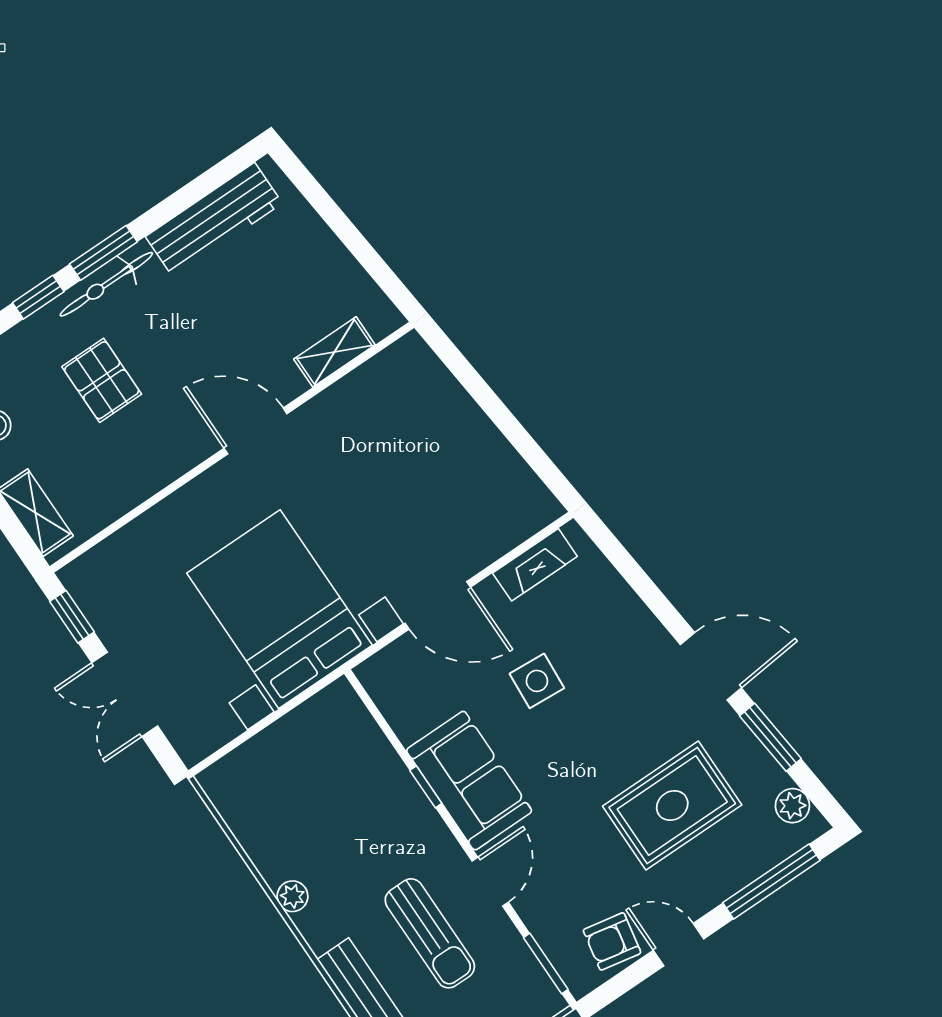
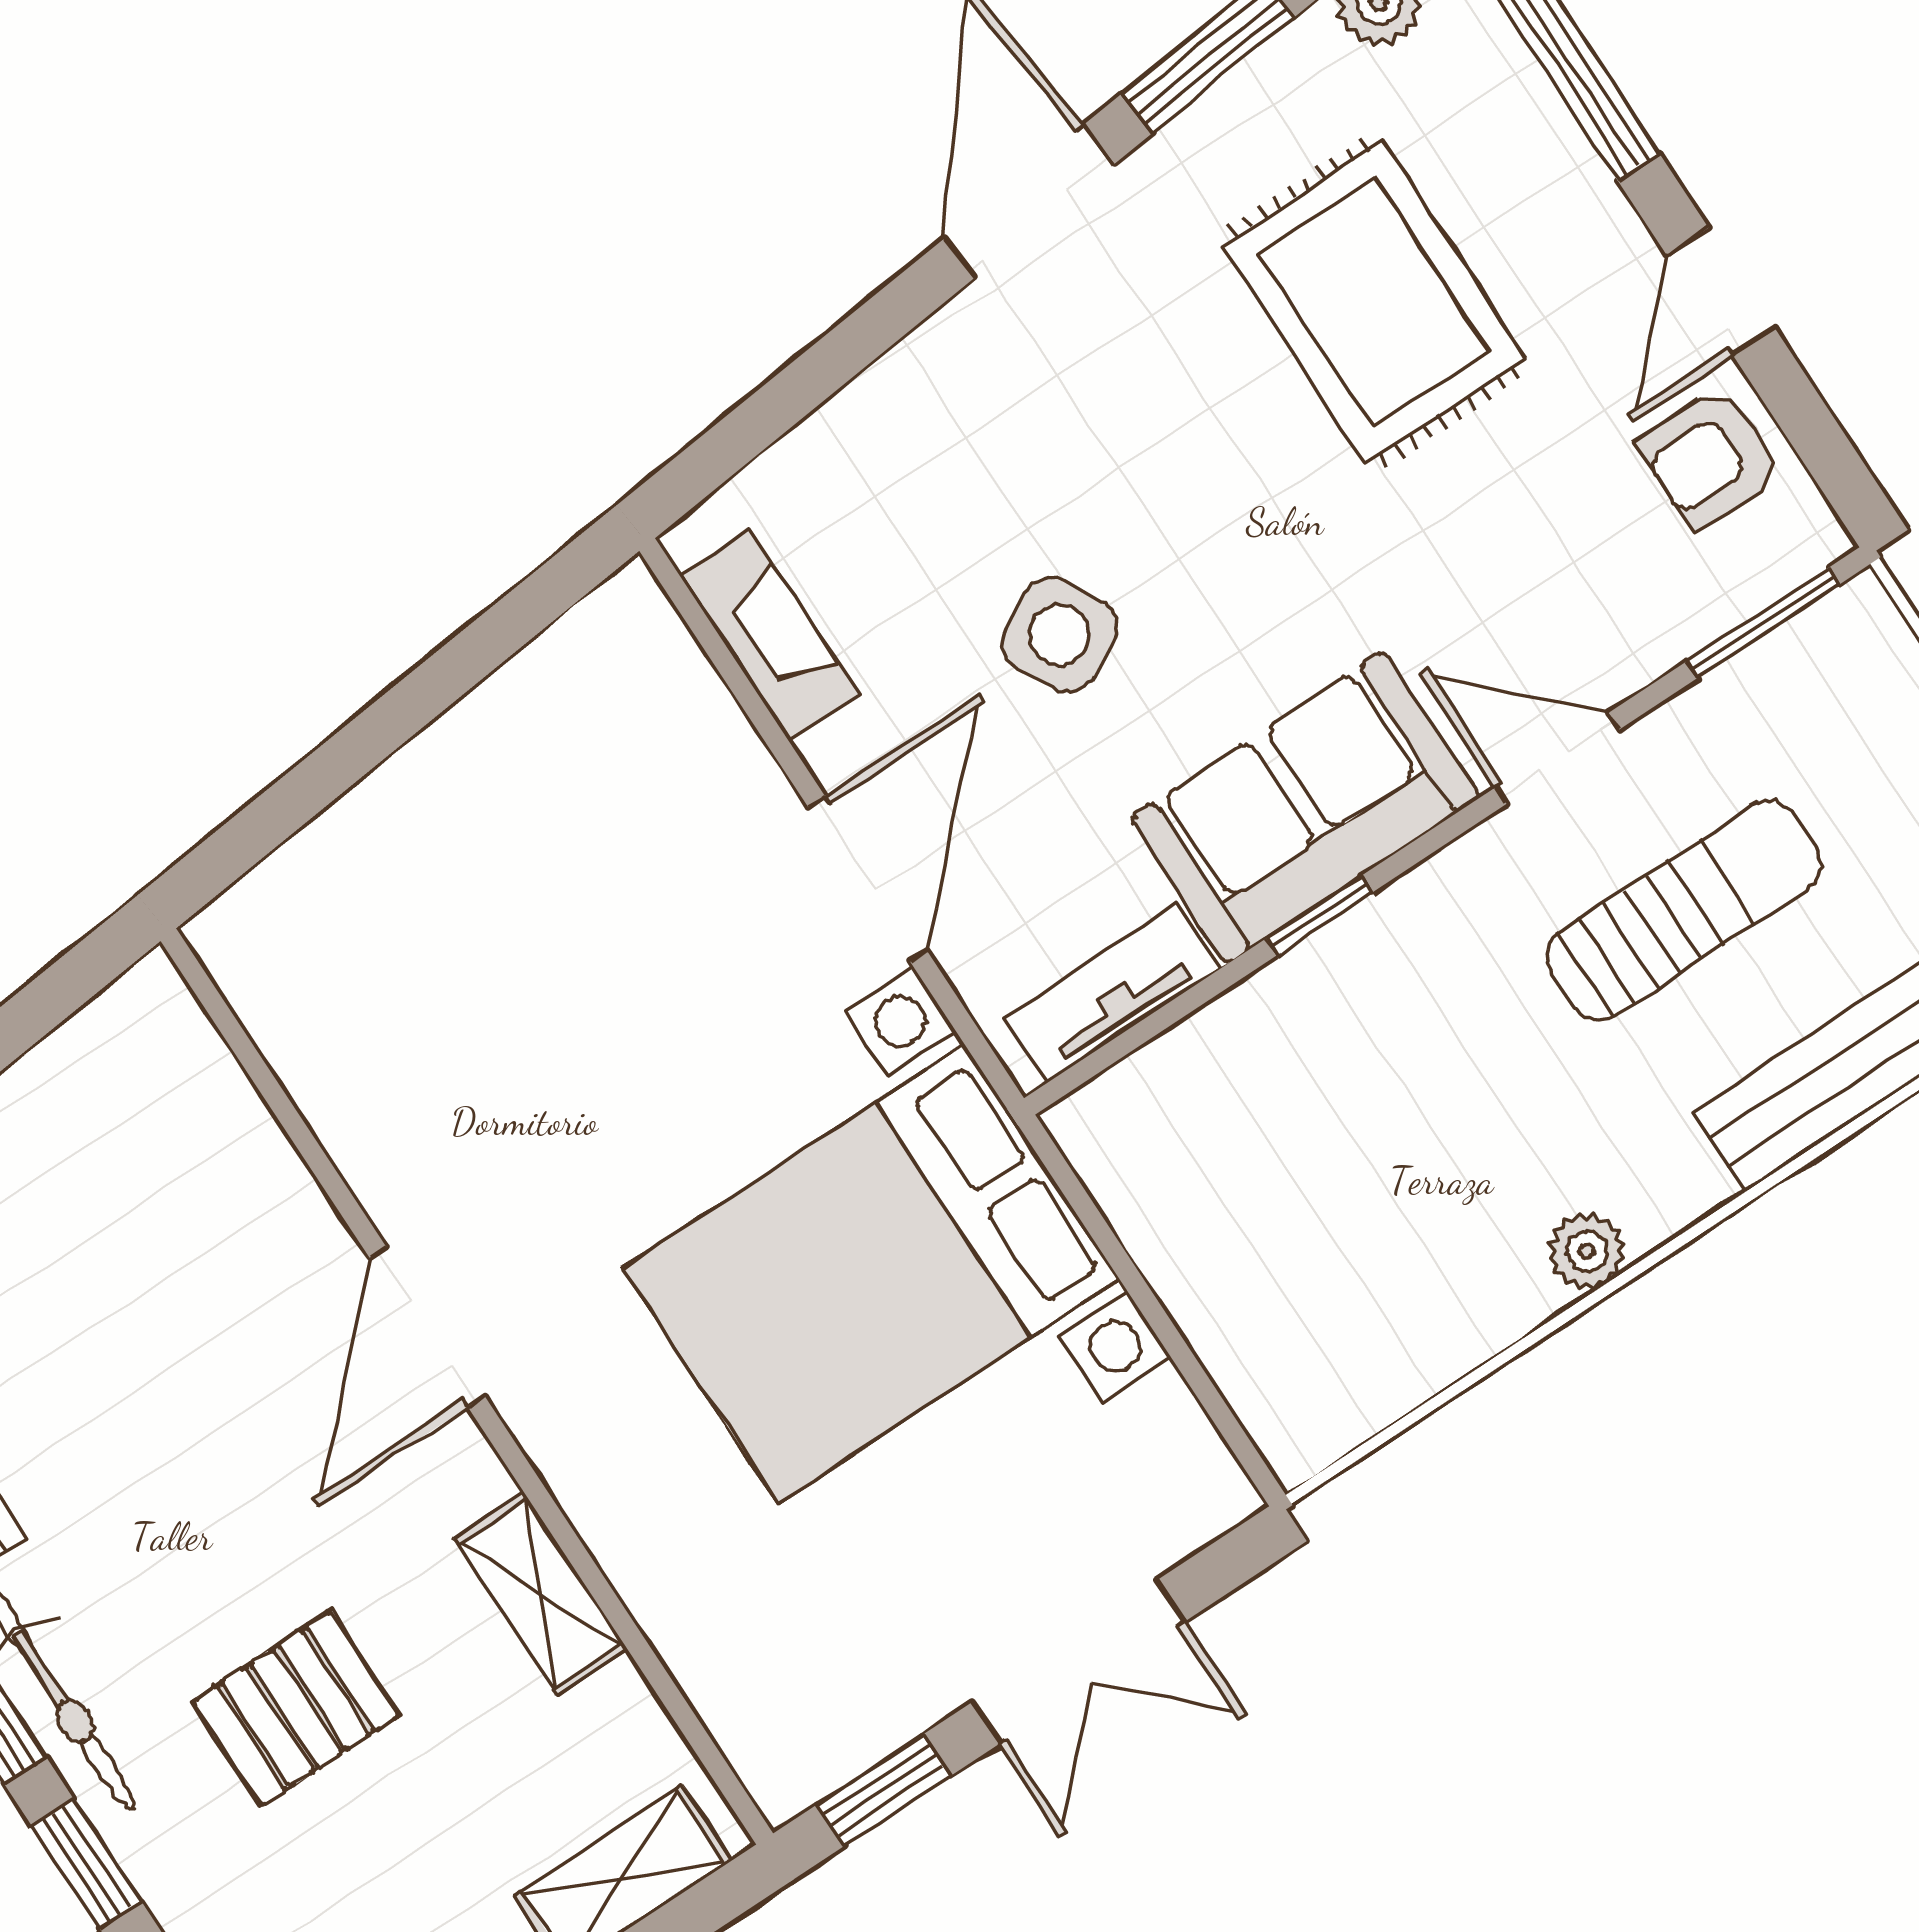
shelving: (334, 352) -> (540, 1594), moved
side table: (537, 681) -> (1059, 635), turned -32
tv unit: (393, 704) -> (1112, 993), added
armchair: (612, 941) -> (1711, 457), turned 79

